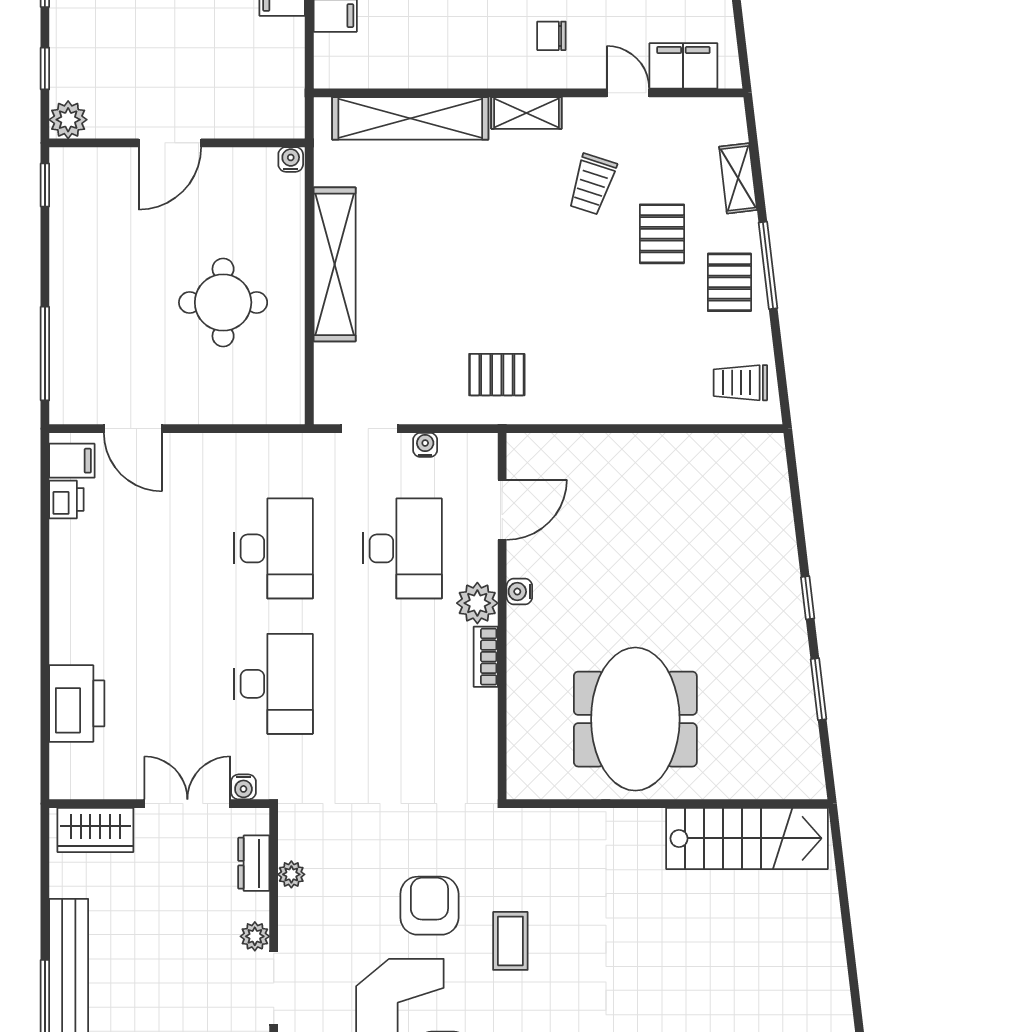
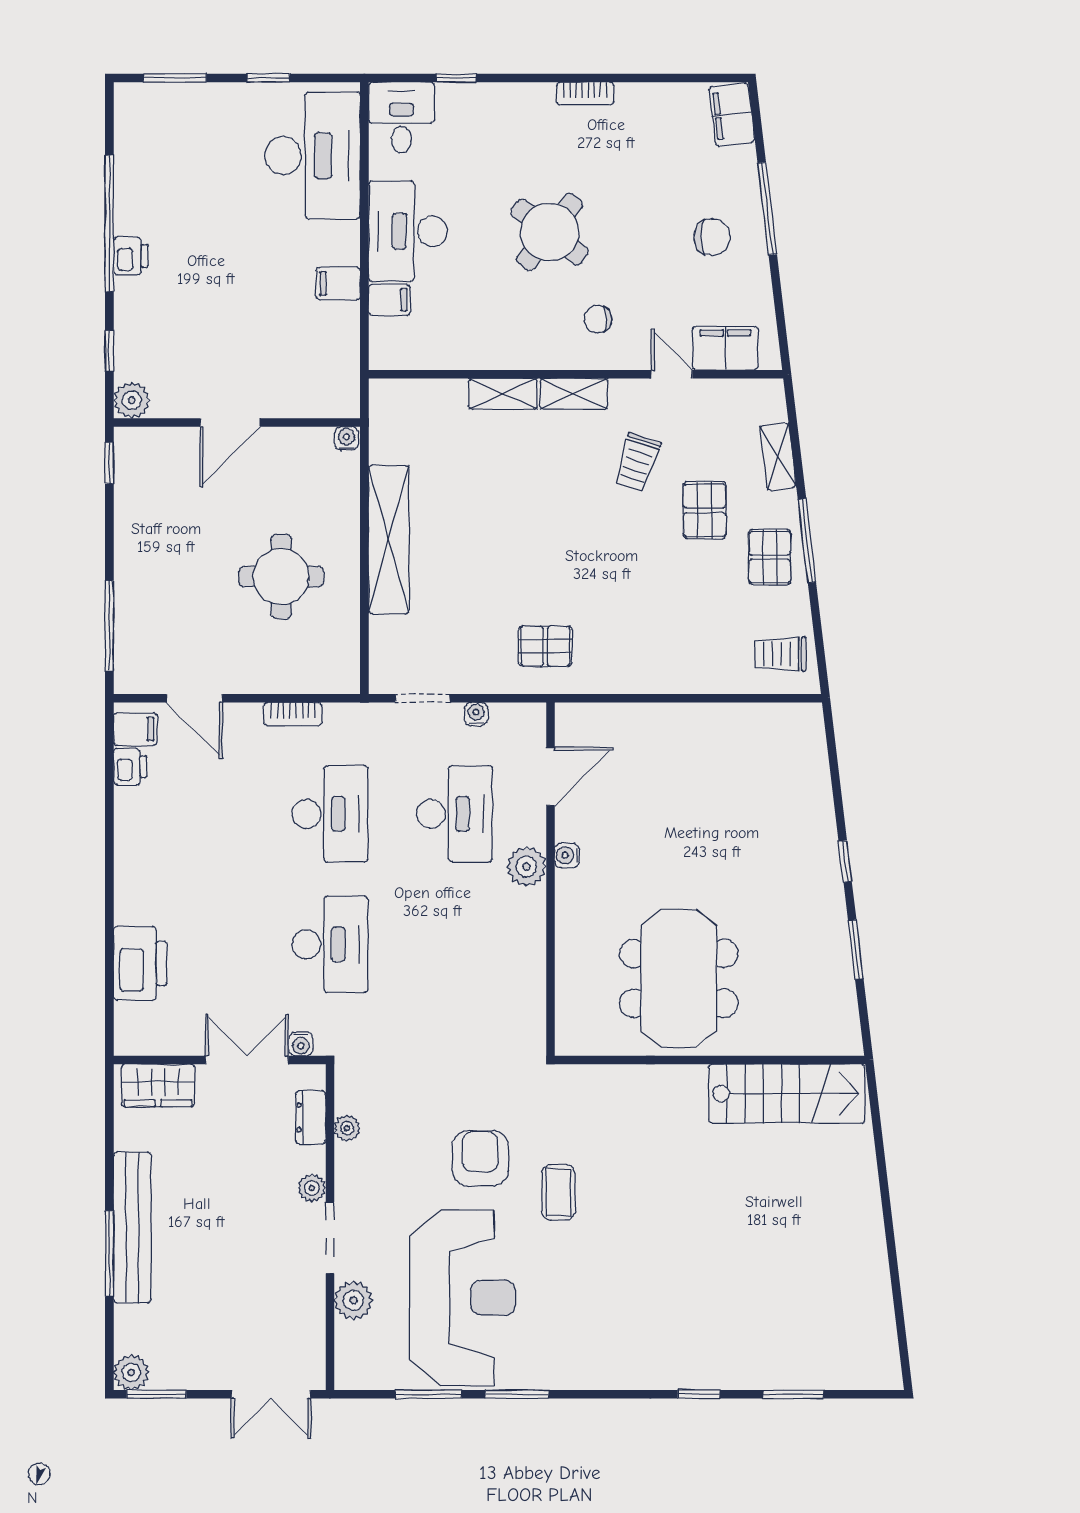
shelving: (410, 118) -> (503, 394), width x0.45, depth x0.75
bookcase: (486, 657) -> (293, 714), moved, turned -90

